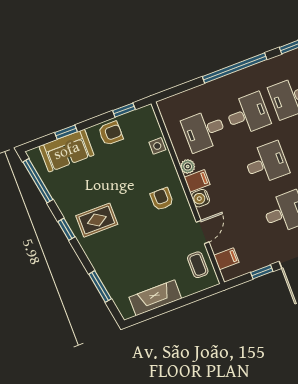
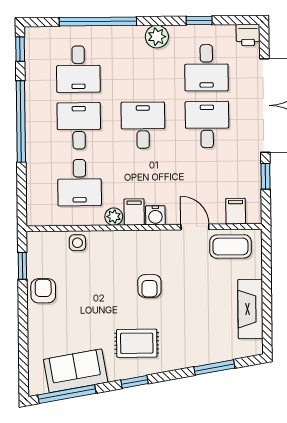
window: (66, 132) -> (23, 341), removed
sofa: (67, 151) -> (76, 371), moved, turned -100
armchair: (162, 199) -> (149, 286), moved, turned -90
rug: (97, 220) -> (137, 343), turned 90
coffee table: (198, 265) -> (230, 246), width x1.36, depth x1.30

